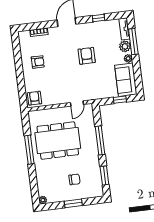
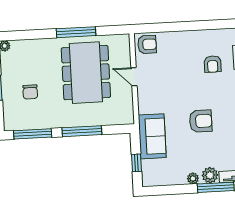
armchair: (38, 62) -> (213, 64), moved
sofa: (126, 80) -> (152, 136), moved, turned 90
door: (77, 103) -> (134, 77), moved
window: (104, 176) -> (33, 134), width x1.44

